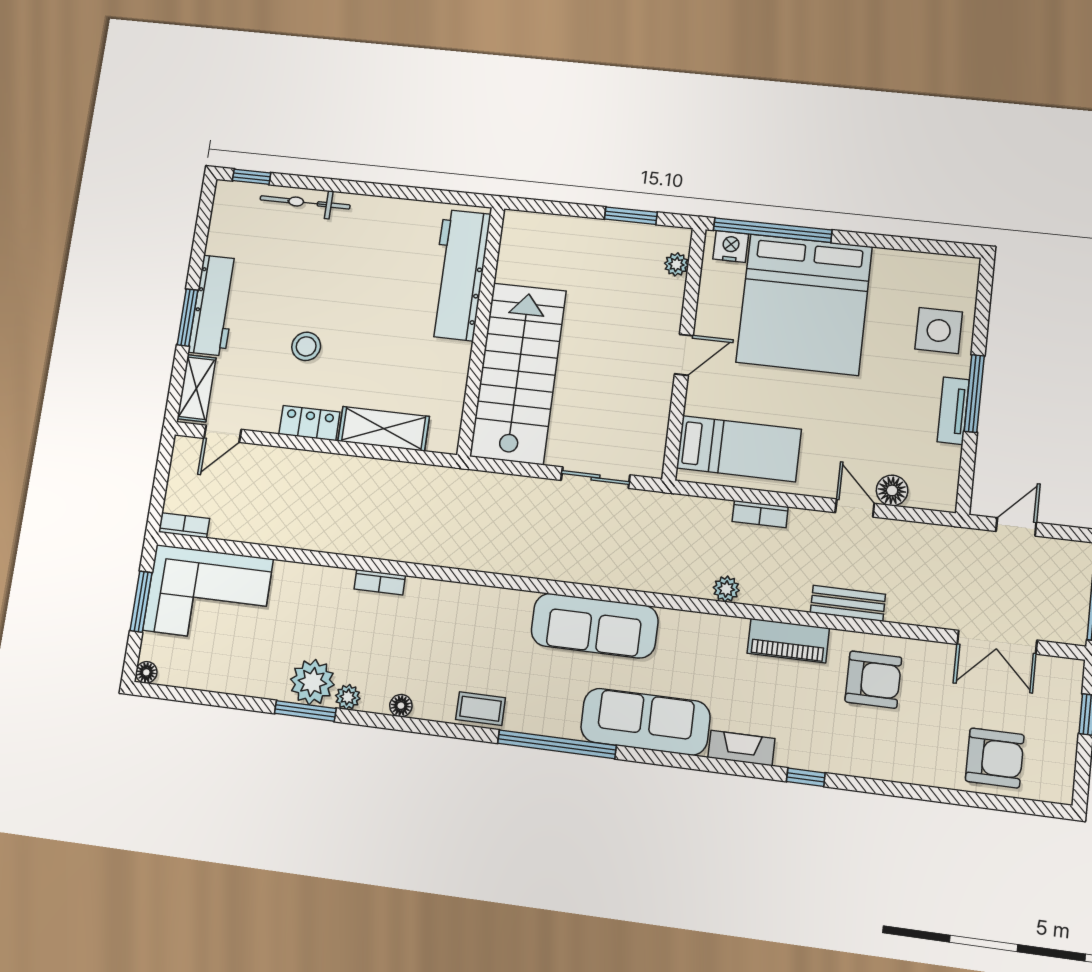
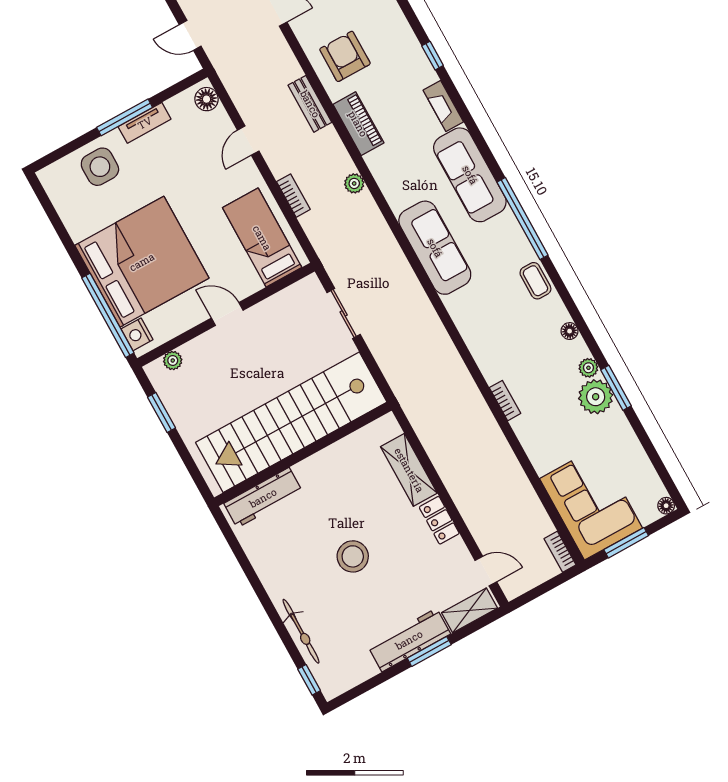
workbench: (459, 275) -> (263, 498), width x0.73, depth x0.76
stool: (306, 346) -> (353, 556), moved, width x1.38, depth x1.38
stairs: (518, 373) -> (291, 422), width x1.36
floor lamp: (892, 490) -> (207, 99), moved

